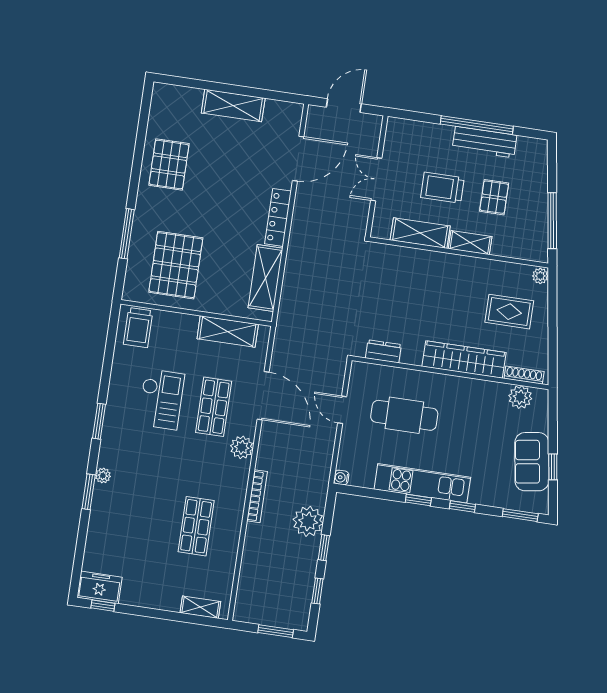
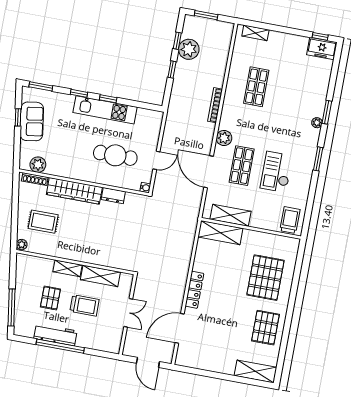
shelving: (233, 106) -> (255, 371), moved
door: (344, 106) -> (148, 362), hinge flipped
window: (552, 221) -> (12, 307), moved
window: (127, 234) -> (295, 283), removed
pallet: (176, 265) -> (265, 278), moved
shelving: (265, 278) -> (220, 233), moved, turned 90
dresser: (383, 351) -> (113, 196), moved
door: (342, 410) -> (156, 160), hinge flipped
water cooler: (341, 477) -> (145, 188), moved
plant: (308, 521) -> (189, 49), moved

